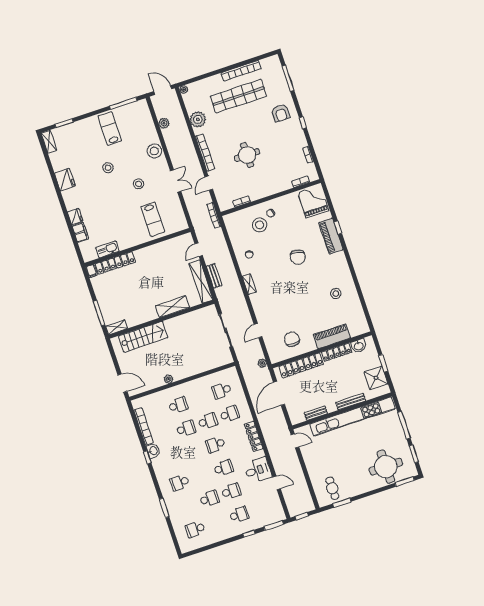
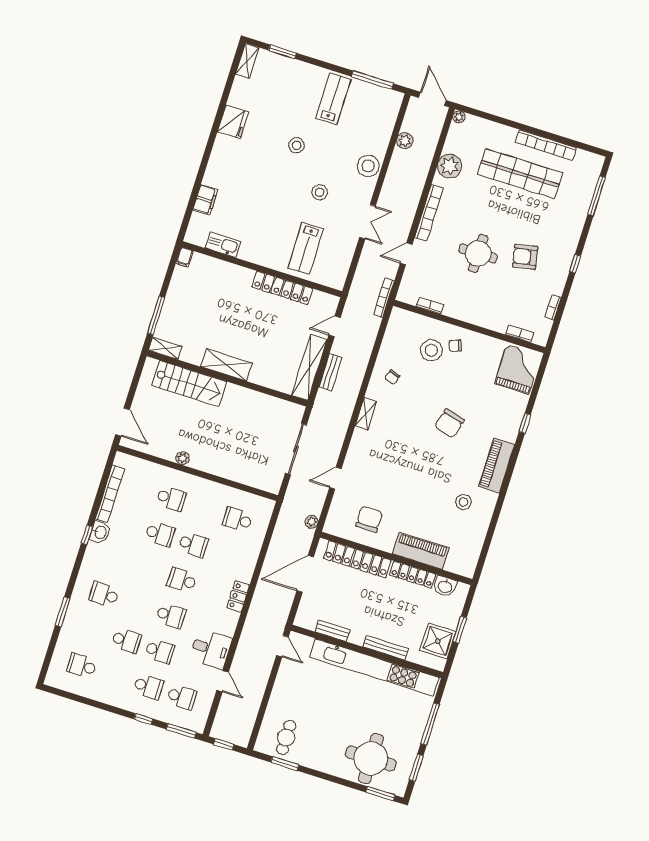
armchair: (281, 113) -> (525, 257), moved, turned 79
fridge: (75, 217) -> (213, 176), removed
piano: (331, 236) -> (497, 465), moved
locker: (115, 263) -> (282, 288), moved
shelving: (172, 307) -> (226, 365), moved
school desk: (230, 414) -> (182, 697), moved
locker: (254, 436) -> (238, 596), width x0.66

